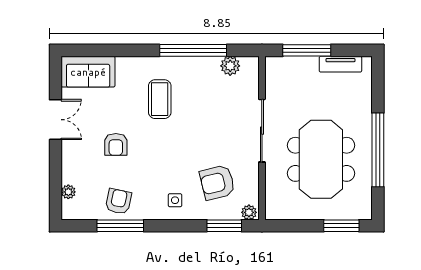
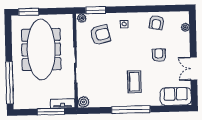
window: (193, 50) -> (131, 110), moved
tv unit: (340, 64) -> (62, 103), moved
plant: (230, 66) -> (84, 102), moved
window: (378, 150) -> (9, 83), moved
meeting table: (321, 159) -> (41, 49), width x1.36
window: (120, 226) -> (155, 9), removed

